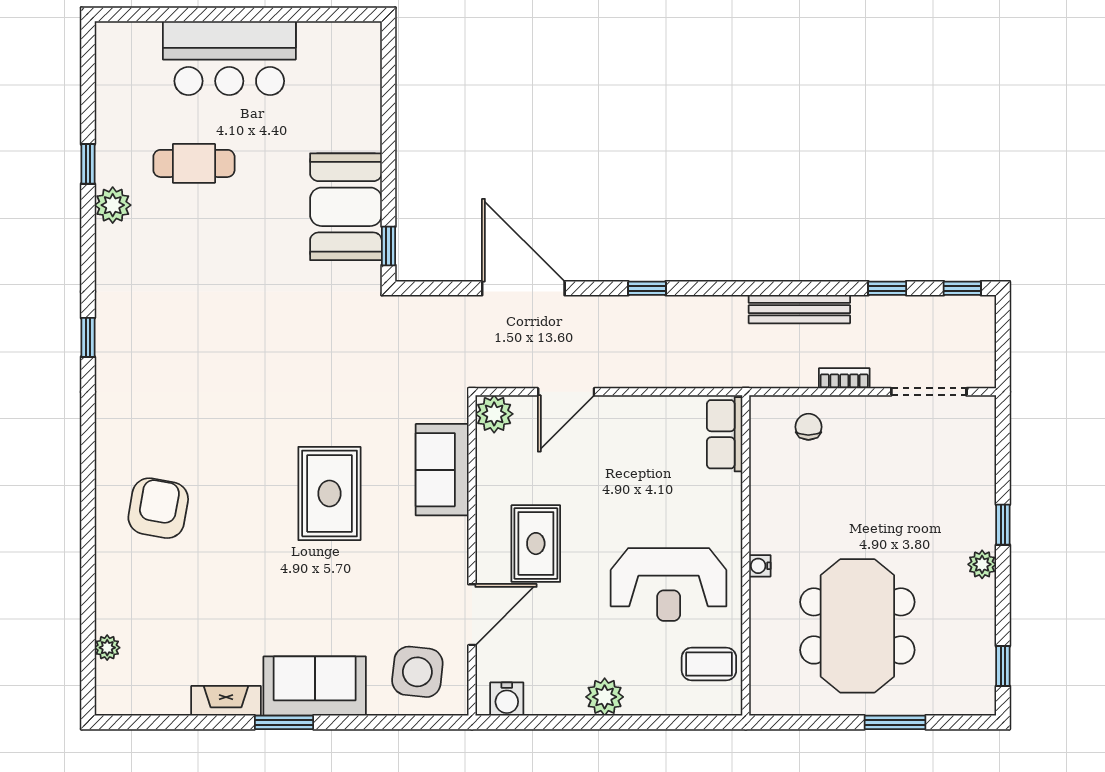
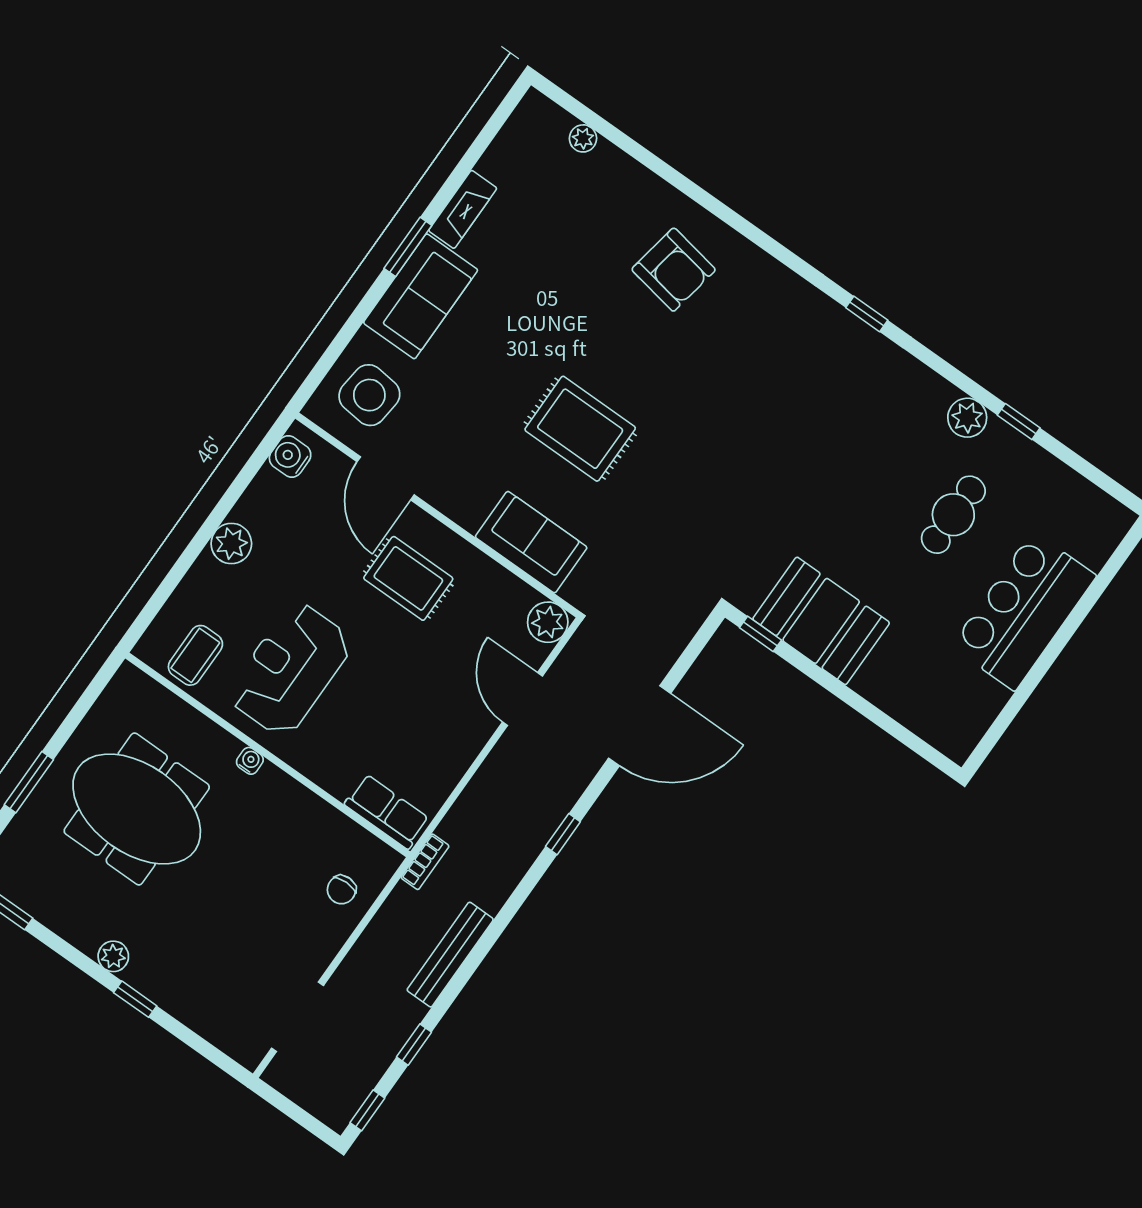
bookcase: (844, 378) -> (425, 862), moved
chair: (808, 427) -> (342, 890), turned 90

